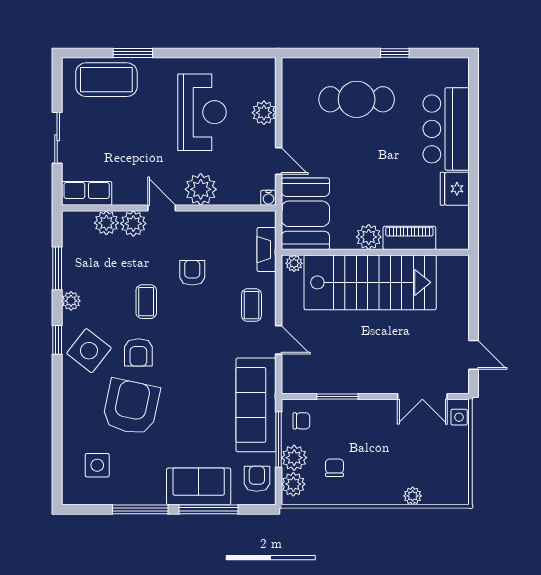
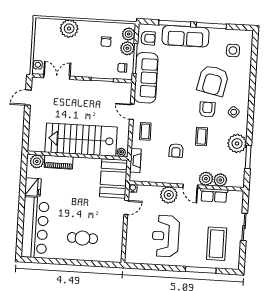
window: (133, 53) -> (201, 270), width x1.44
window: (395, 53) -> (61, 262), removed
coffee table: (106, 80) -> (217, 244), moved, turned 90
cafe table: (357, 99) -> (83, 238), width x0.73, depth x0.74
plant: (264, 113) -> (133, 234), removed
bar counter: (446, 129) -> (35, 227), width x1.36
door: (279, 161) -> (126, 207), swing flipped
row of seats: (87, 193) -> (214, 195), moved
plant: (369, 237) -> (37, 161), moved
plant: (71, 301) -> (237, 143), width x1.88, depth x1.88
window: (57, 340) -> (250, 119), removed
side table: (89, 351) -> (234, 112), width x0.54, depth x0.54
door: (474, 355) -> (28, 98), hinge flipped
armchair: (257, 479) -> (148, 38), turned -90
sofa: (199, 486) -> (185, 36), width x1.36
plant: (413, 496) -> (69, 29), width x1.88, depth x1.88

